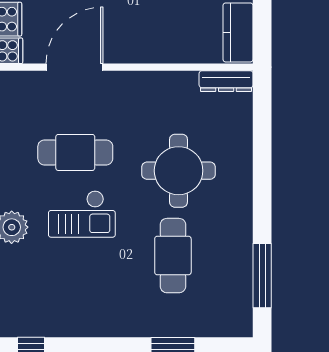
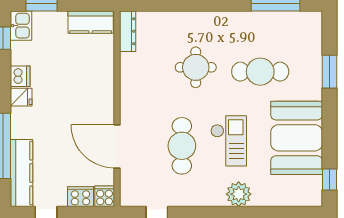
round table: (179, 171) -> (196, 67), width x0.73, depth x0.73
booth: (86, 303) -> (297, 138), added

